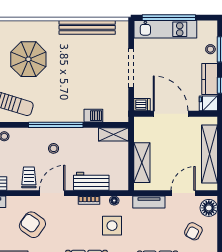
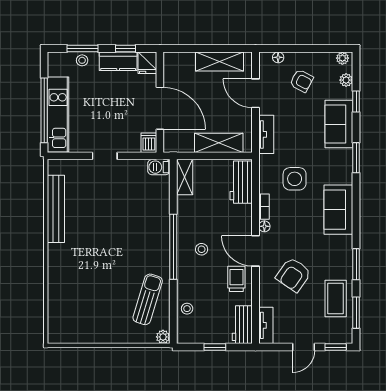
parasol: (28, 59) -> (94, 280), removed
doorway: (131, 68) -> (105, 156), width x0.53
door: (171, 114) -> (160, 108), swing flipped
barbecue: (93, 116) -> (159, 167), moved, turned -90
shelving: (209, 154) -> (220, 61), width x0.68
trolley: (29, 177) -> (236, 279), turned 90
workbench: (91, 181) -> (241, 182), moved
floor lamp: (114, 201) -> (264, 226), moved
floor lamp: (209, 208) -> (278, 57), width x0.53, depth x0.53

